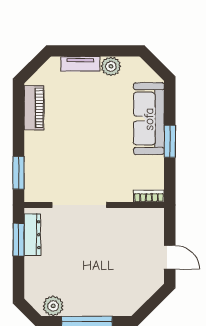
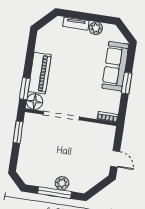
piano: (34, 108) -> (40, 73), moved, width x1.37, depth x1.33
floor lamp: (36, 190) -> (35, 102), added
dresser: (32, 235) -> (28, 130), removed
plant: (53, 306) -> (62, 183), moved

